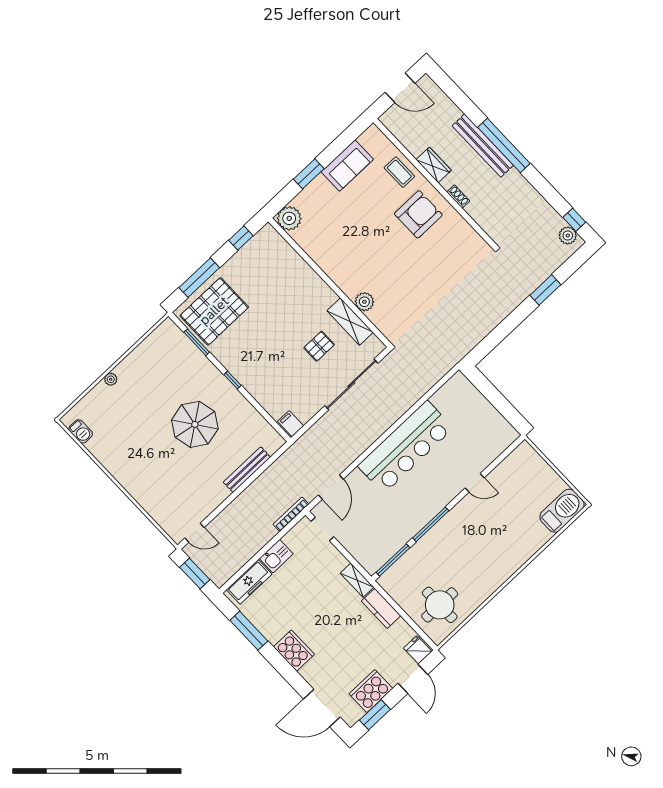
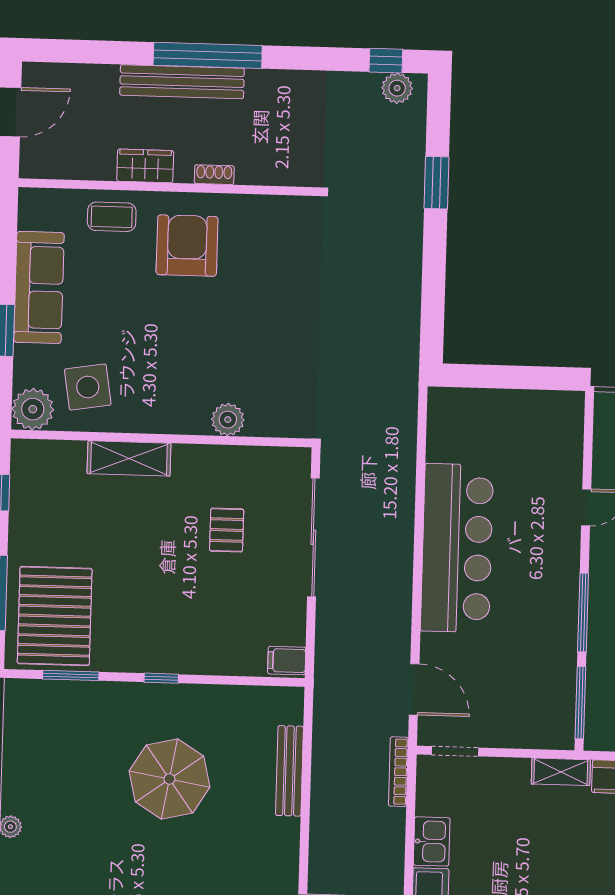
sofa: (347, 166) -> (39, 287), width x1.36
side table: (321, 232) -> (88, 387), added
shelving: (350, 322) -> (129, 458), moved

